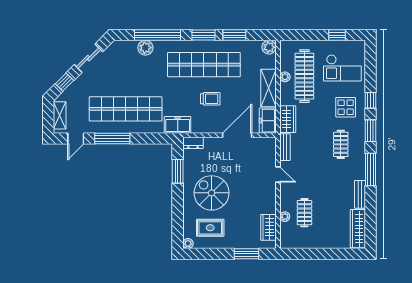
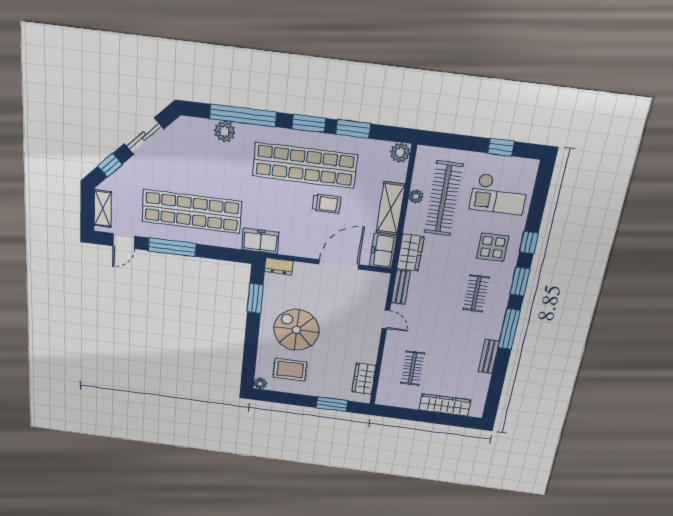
trolley: (210, 99) -> (327, 204), moved
plant: (285, 217) -> (387, 369), removed
wardrobe: (358, 229) -> (445, 405), moved, turned 90

